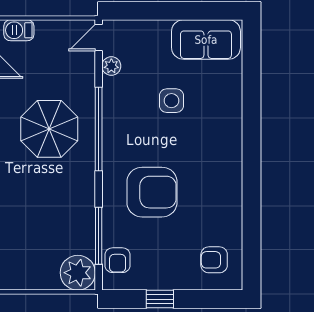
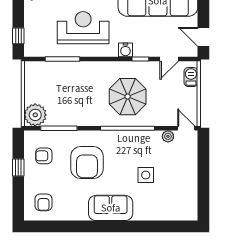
sofa: (206, 40) -> (111, 208), moved, turned 90
armchair: (118, 260) -> (44, 156), moved
armchair: (214, 260) -> (43, 202), turned 180

